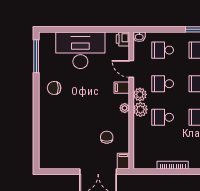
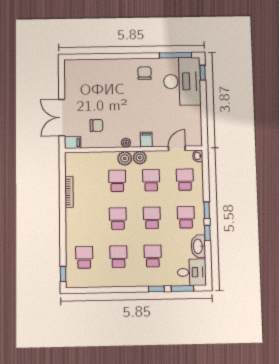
window: (55, 29) -> (203, 73), added
printer: (123, 39) -> (195, 140), removed
desk: (80, 50) -> (182, 81), moved
door: (131, 69) -> (177, 148), moved

